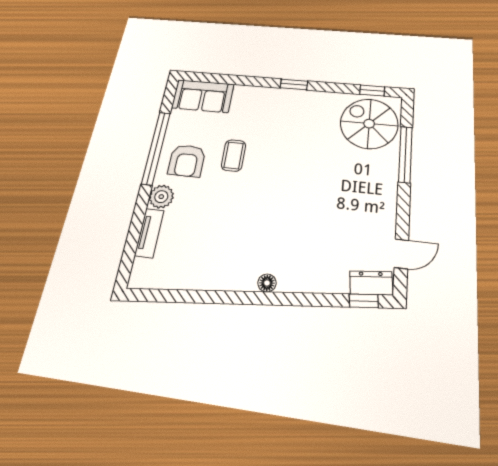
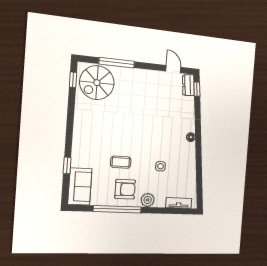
window: (294, 84) -> (67, 165), moved
side table: (218, 222) -> (160, 166), added
tv unit: (149, 233) -> (179, 203), moved

